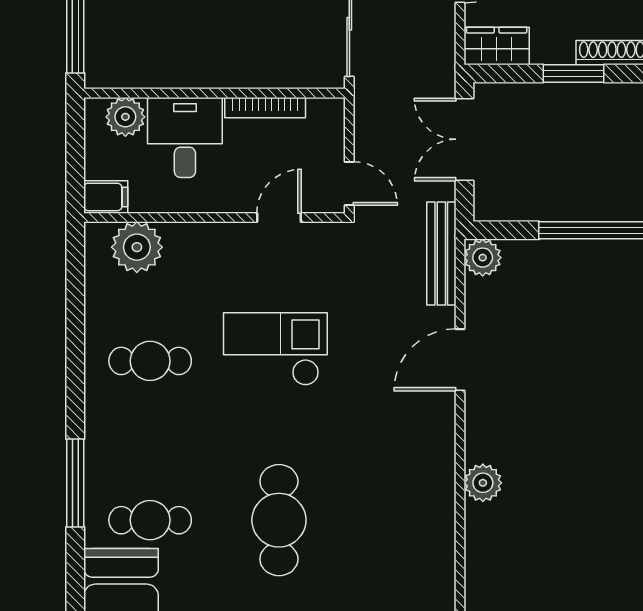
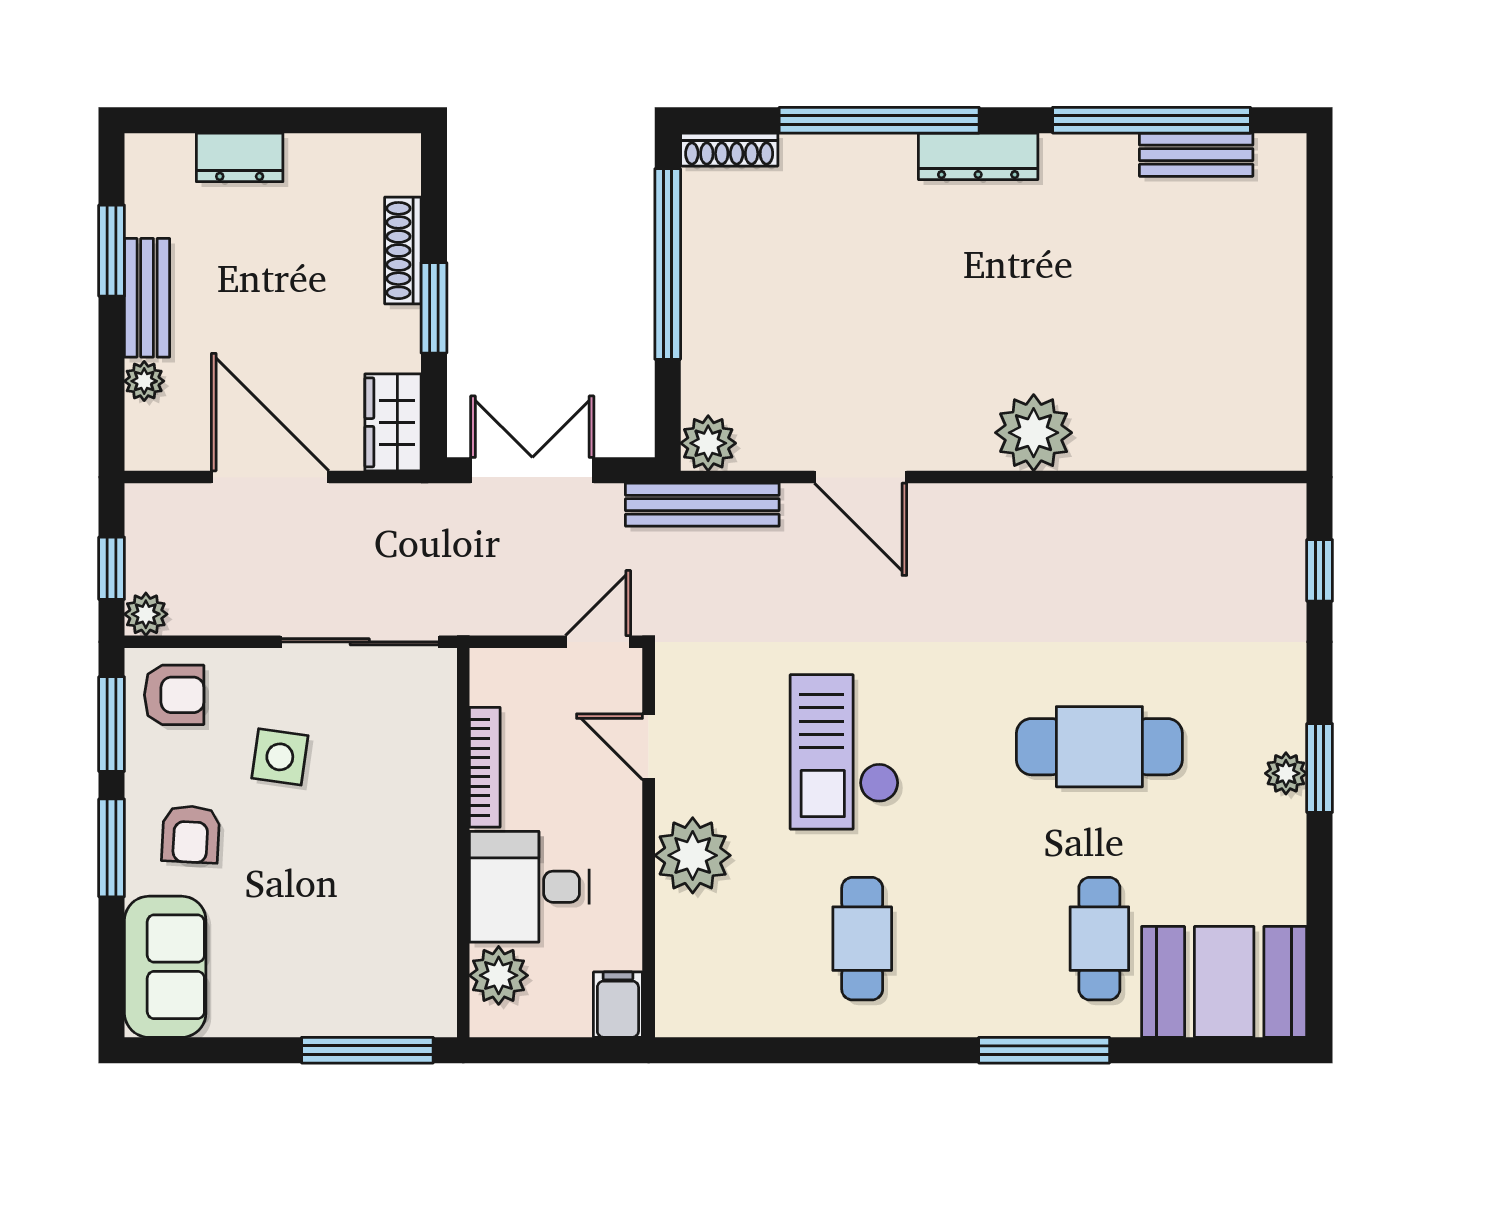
double door: (464, 139) -> (532, 470), swing flipped
plant: (137, 247) -> (693, 855), moved
plant: (483, 483) -> (1034, 433), width x1.36, depth x1.36

